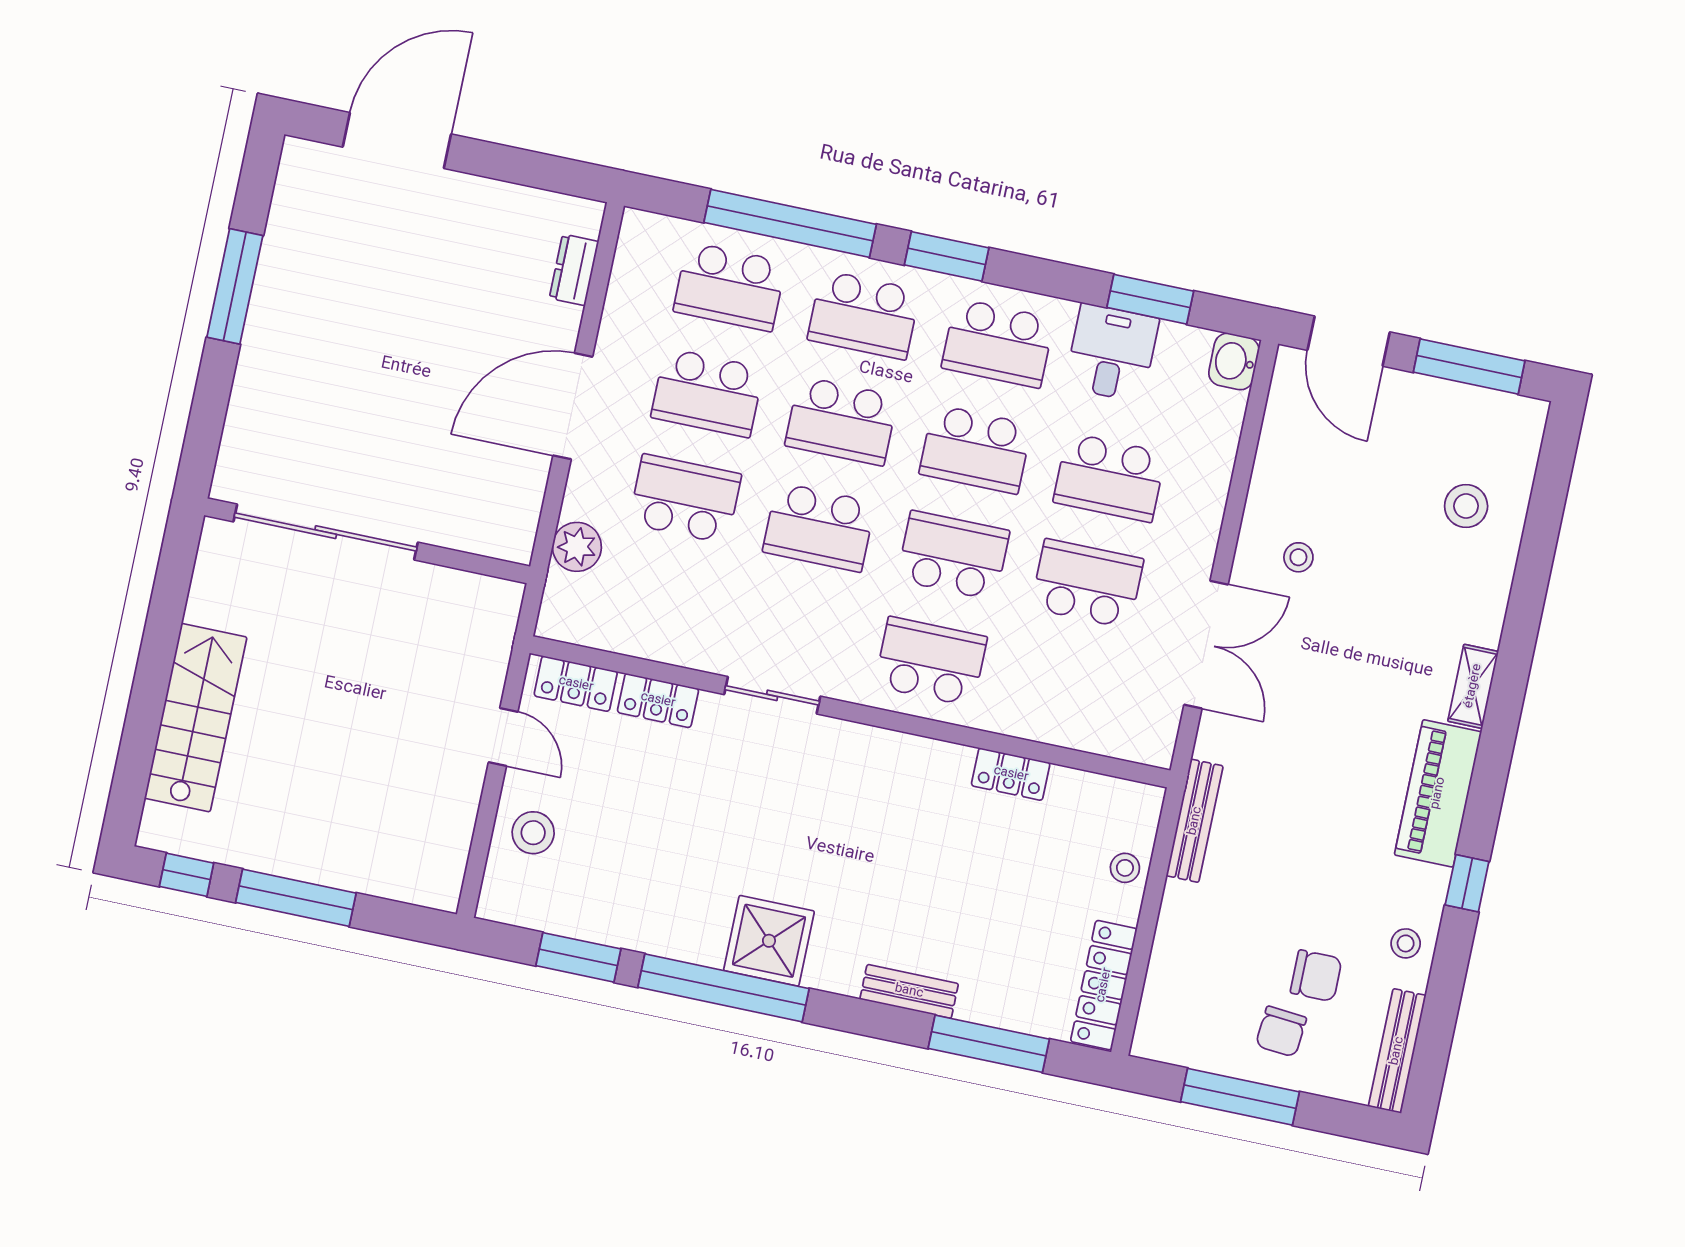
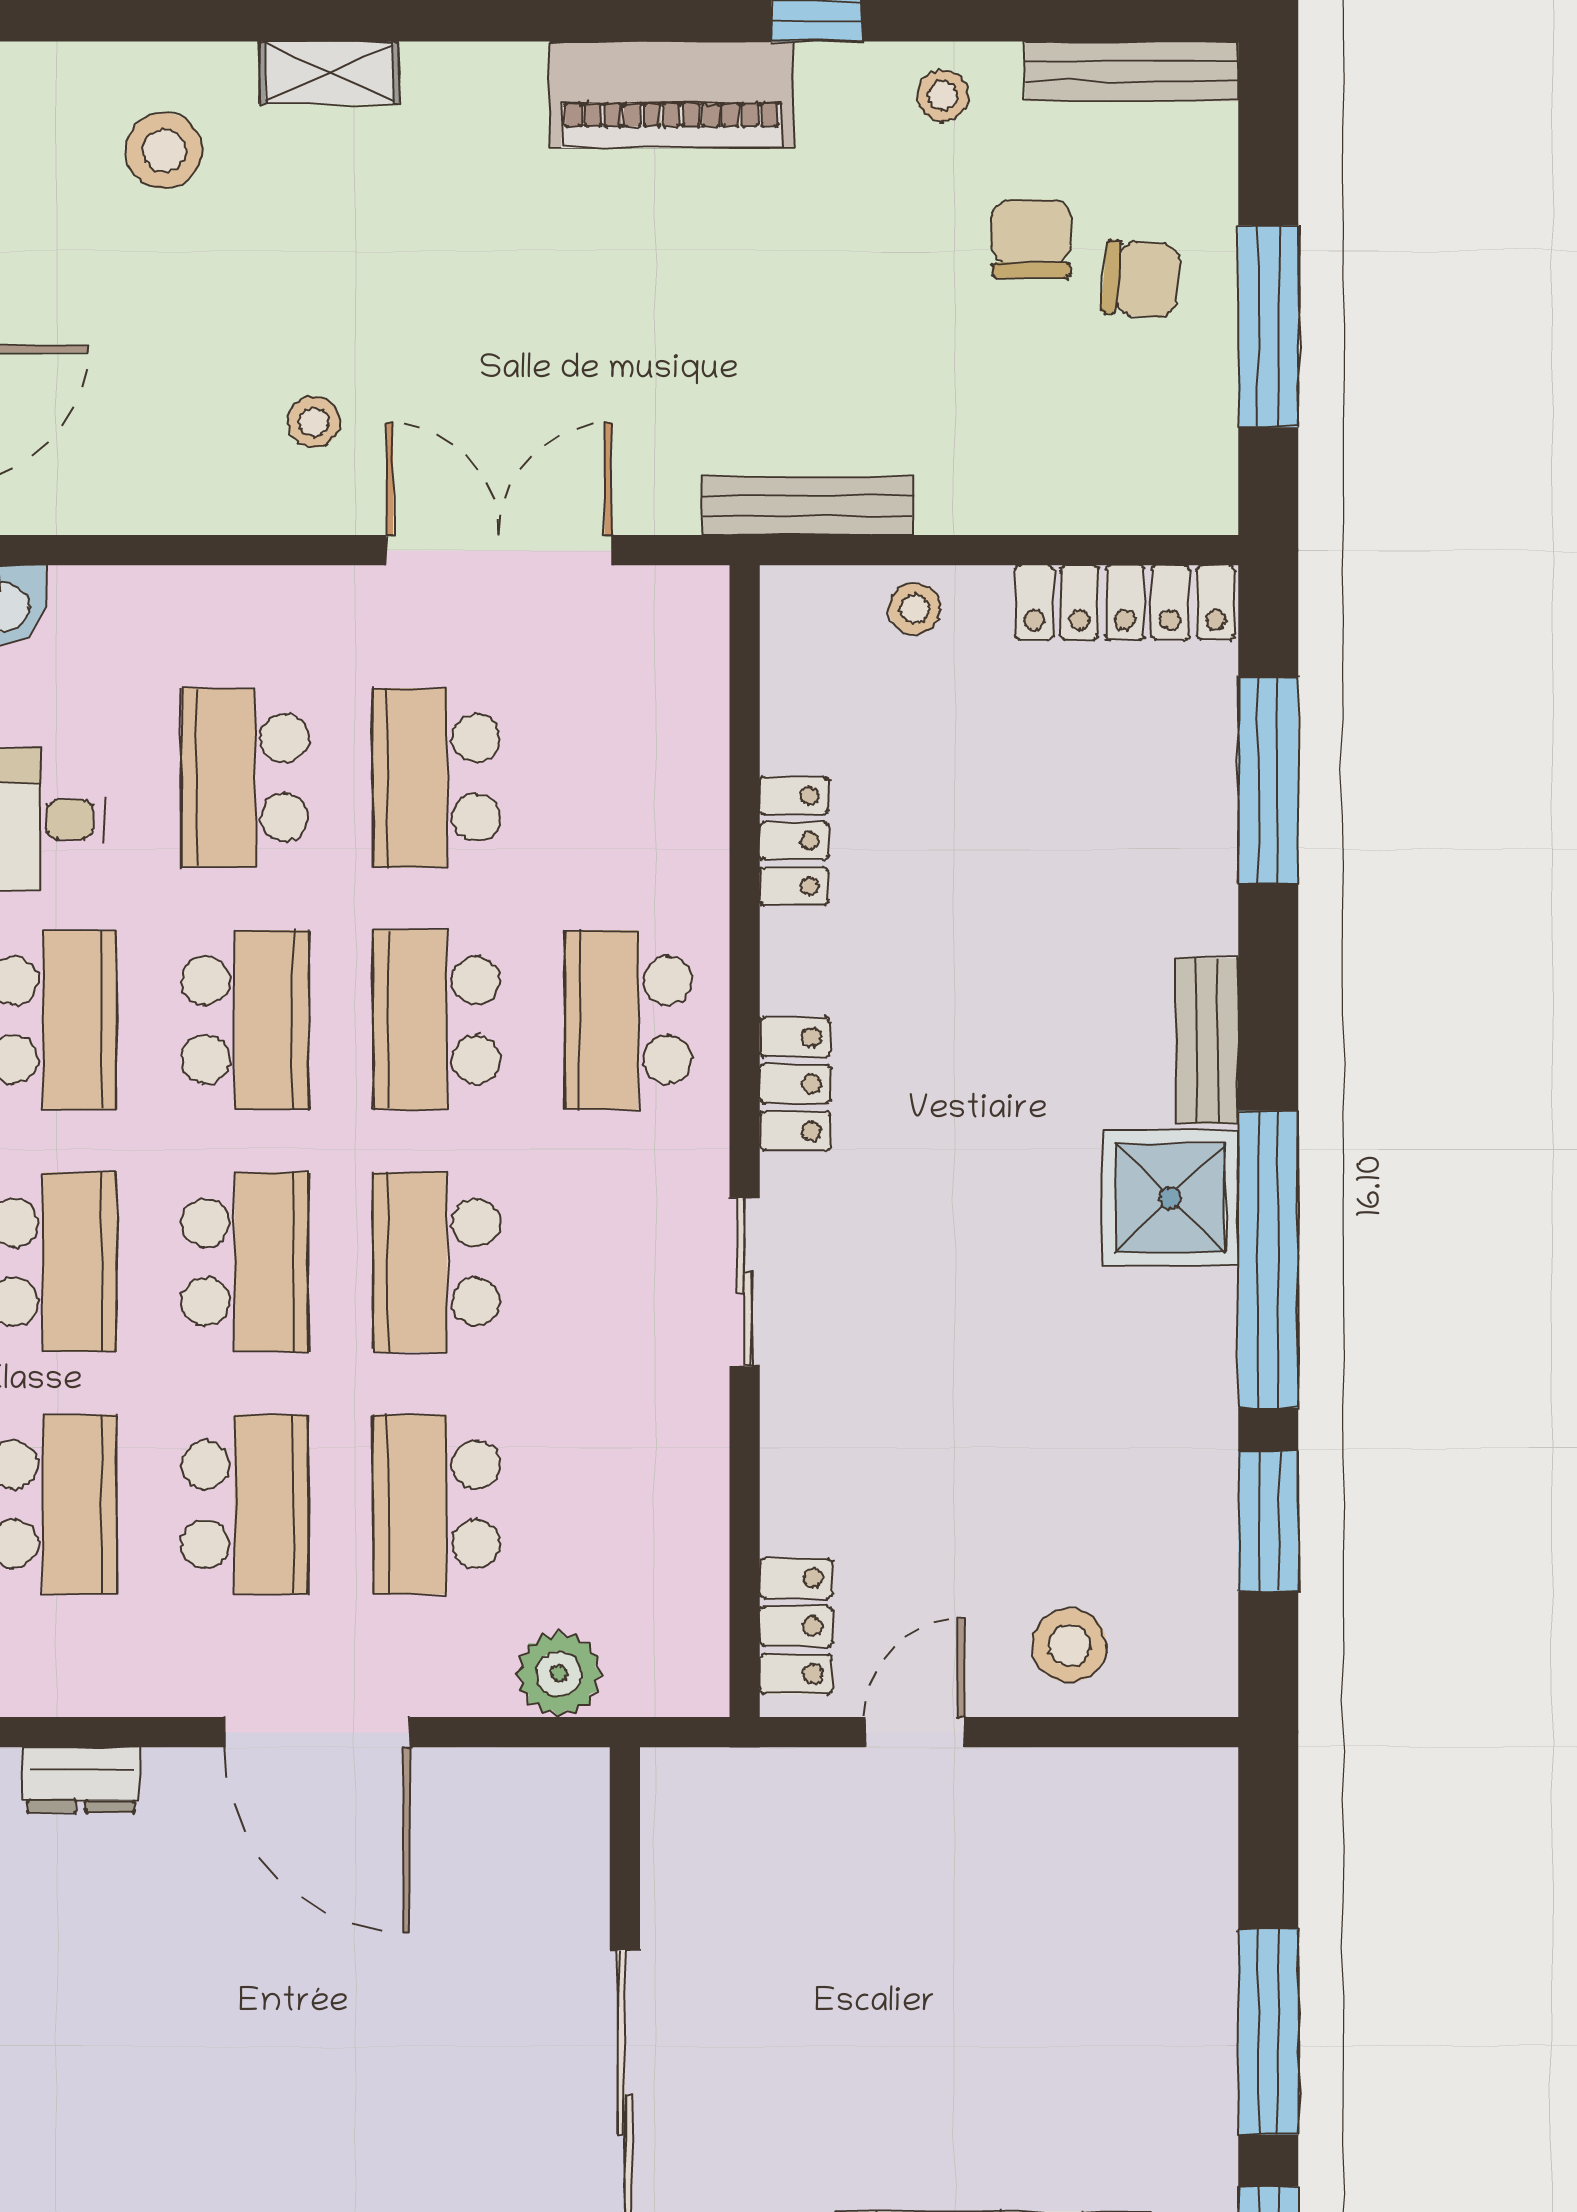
school desk: (1110, 477) -> (245, 778), turned 180
school desk: (819, 527) -> (436, 1262), turned 180
shelving: (1473, 686) -> (329, 73), moved
locker: (658, 700) -> (795, 1084), moved
bench: (909, 991) -> (1207, 1041), moved

